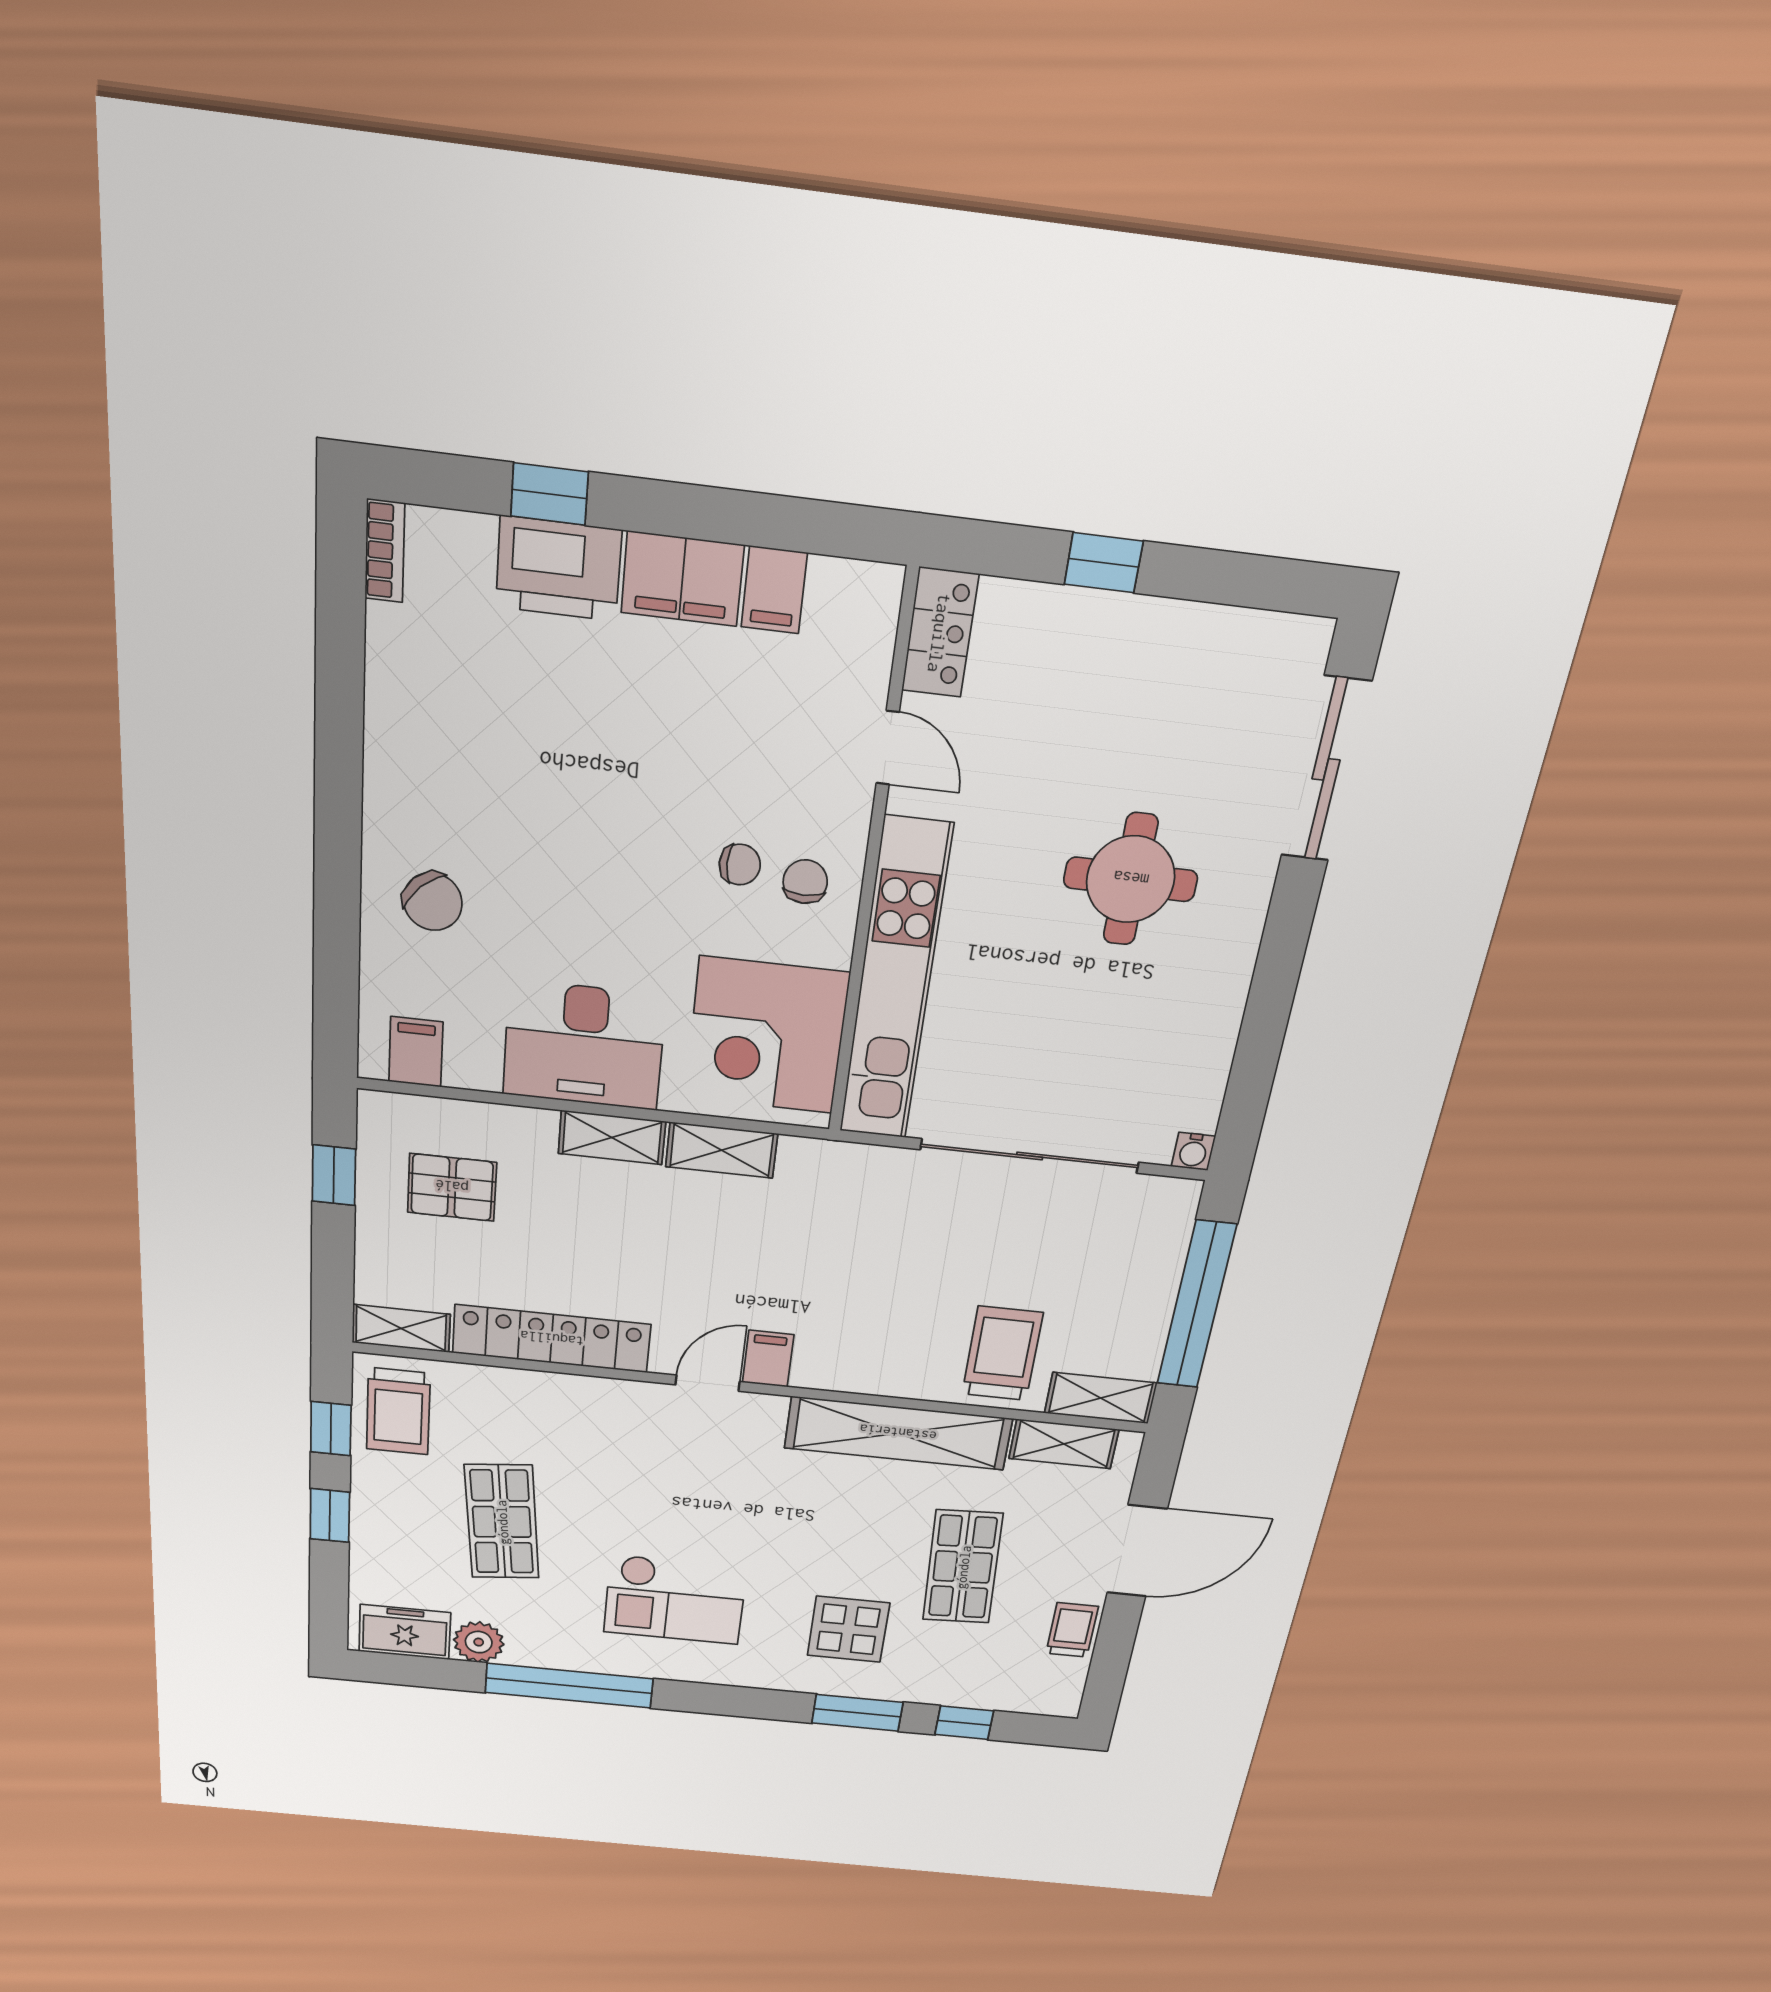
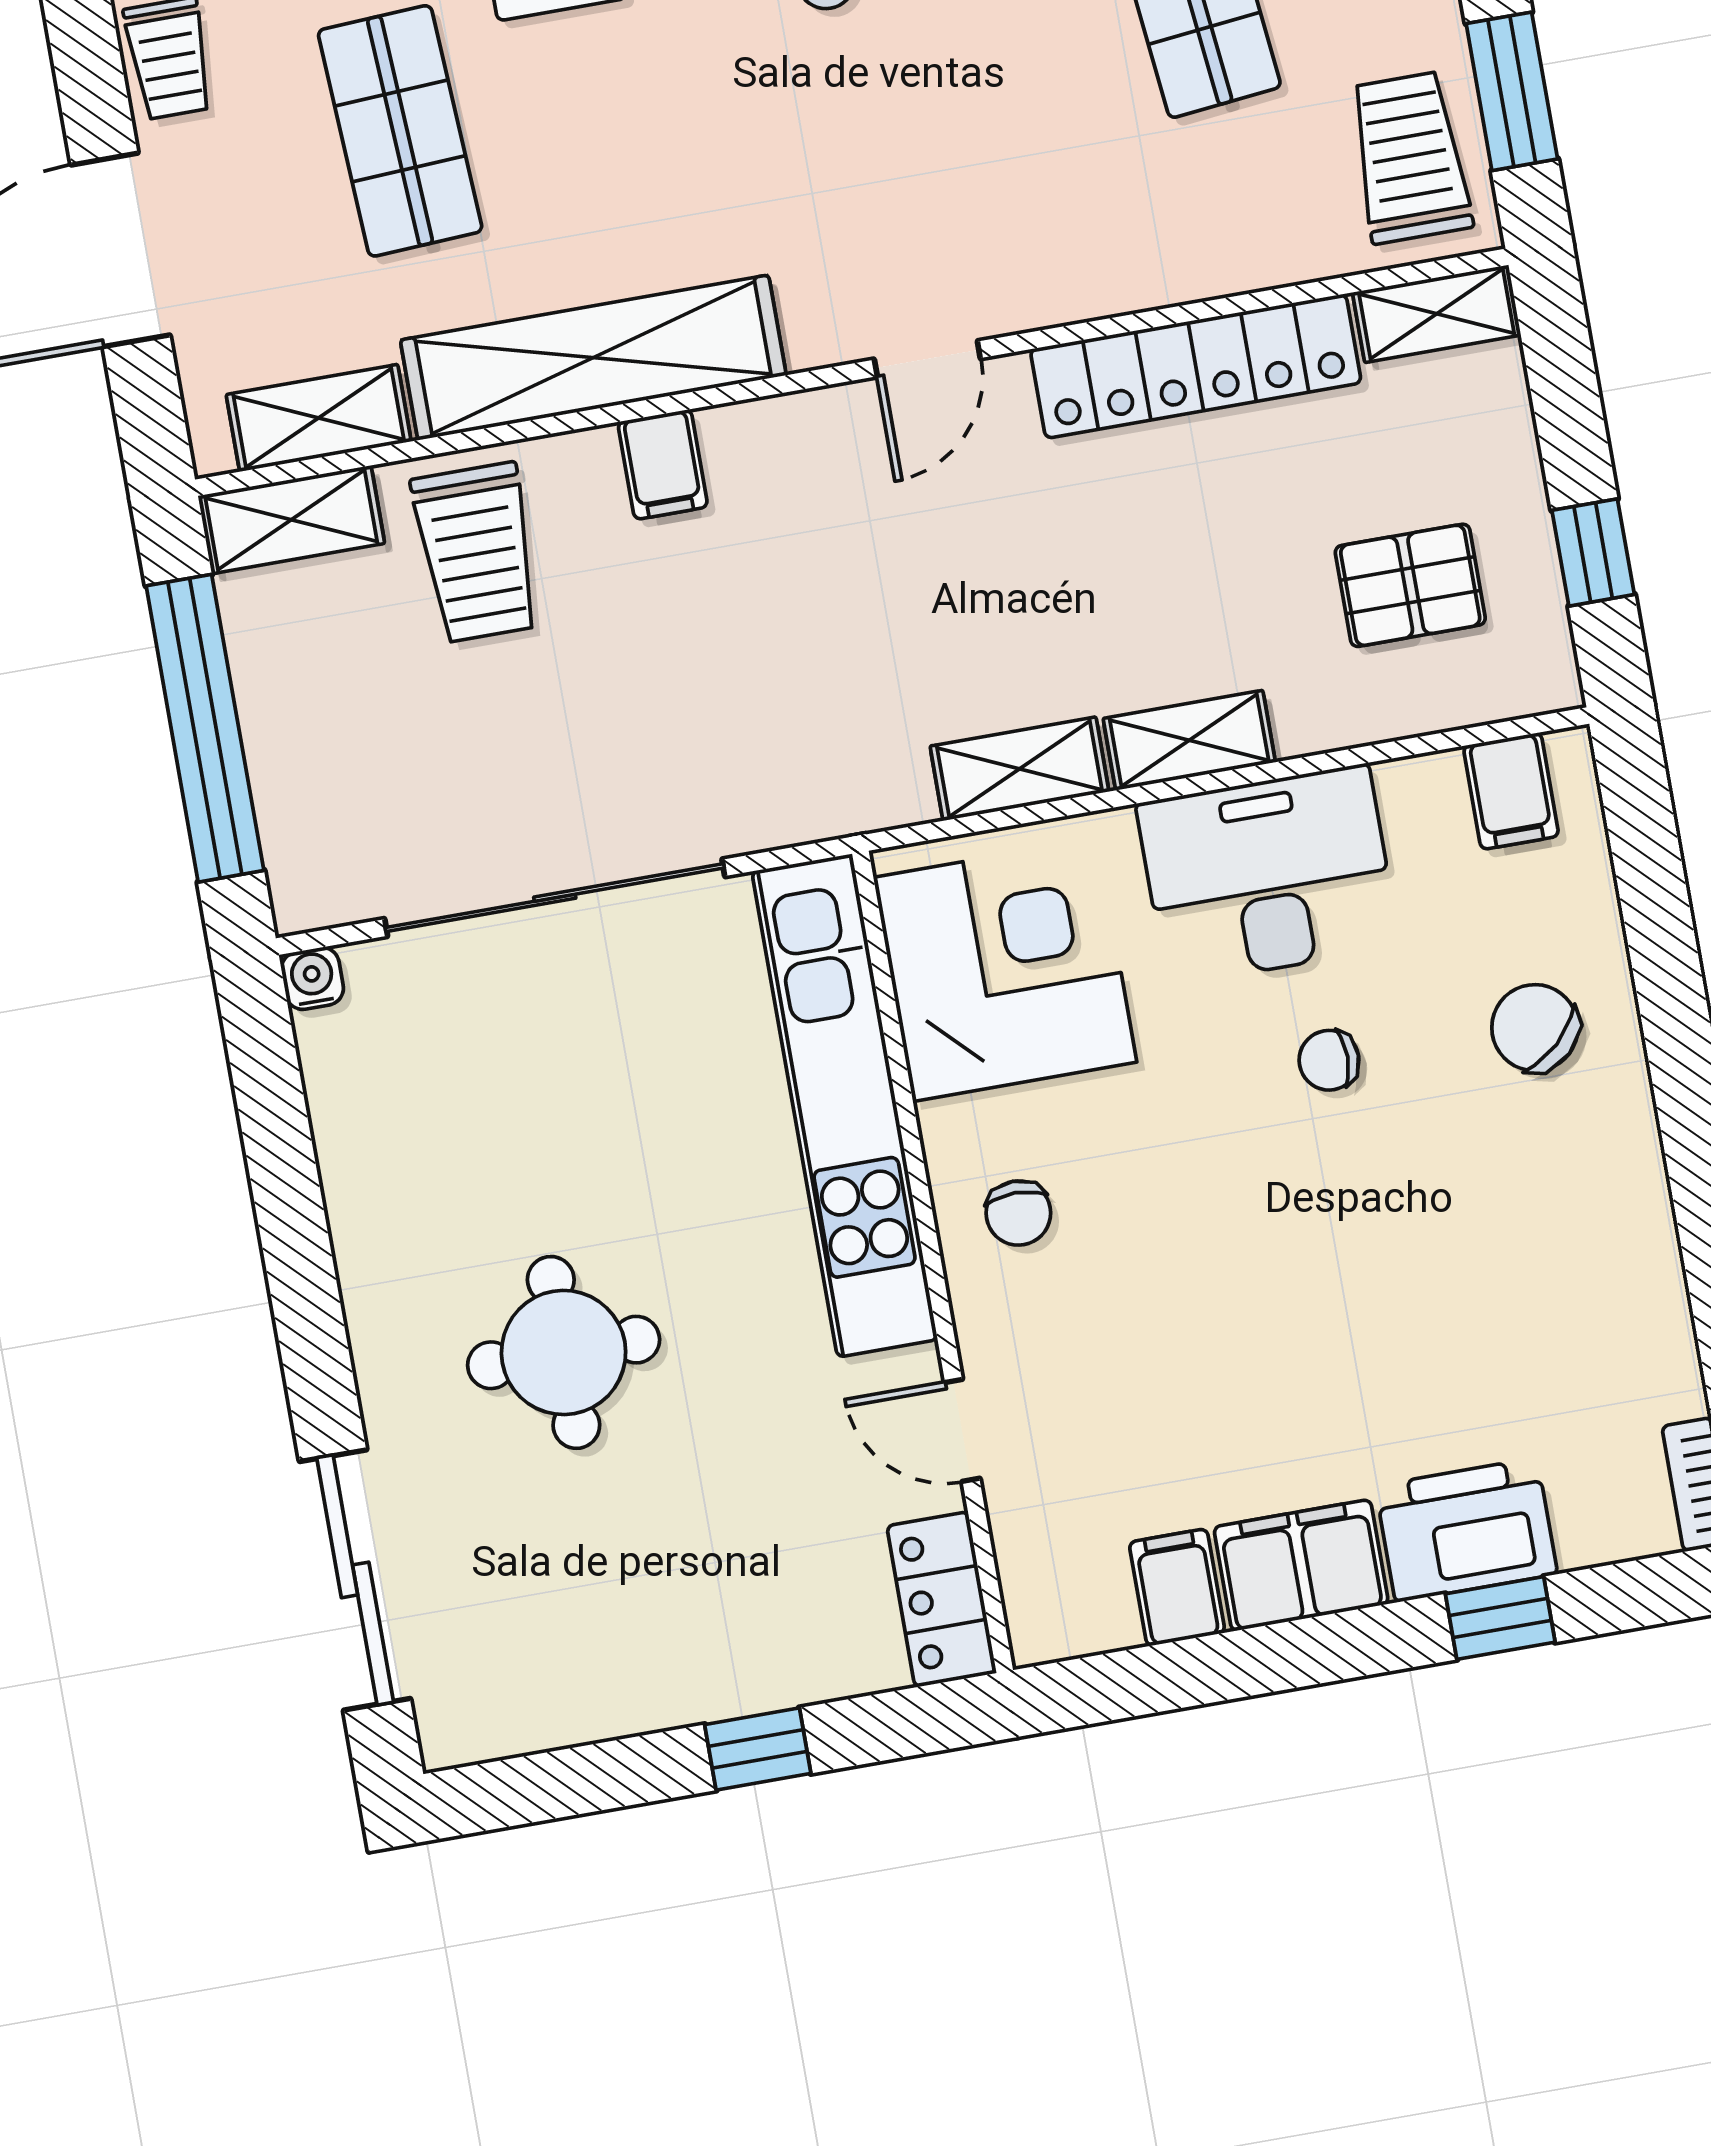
chair: (740, 865) -> (1329, 1060), moved
filing cabinet: (768, 1359) -> (663, 464), moved
window: (331, 1429) -> (1512, 91), width x1.50

